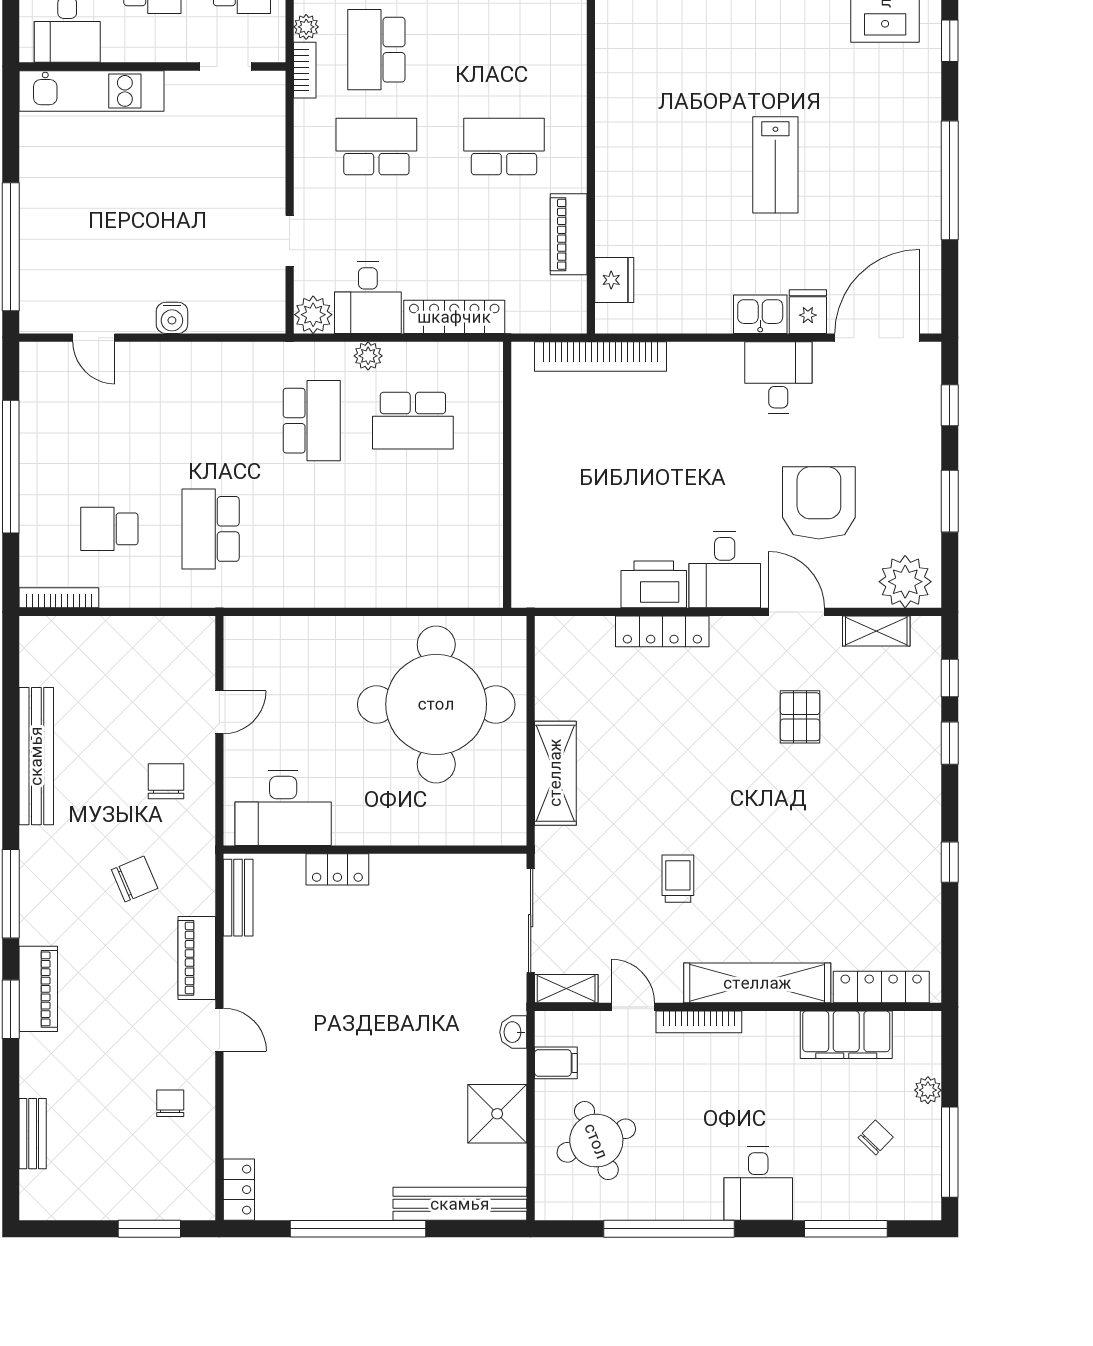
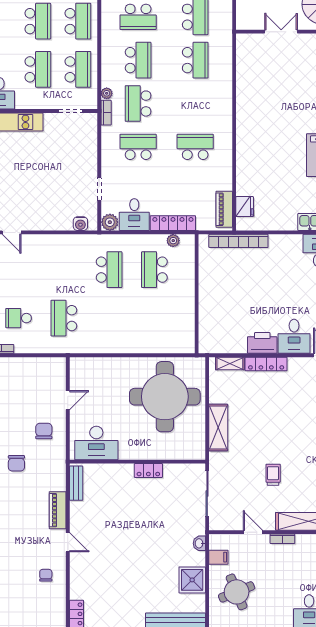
piano: (569, 234) -> (224, 209), moved
water cooler: (172, 318) -> (80, 224), moved
plant: (368, 356) -> (173, 241), moved
school desk: (413, 421) -> (154, 270), turned 90
locker: (337, 869) -> (148, 471), moved
chair: (135, 879) -> (16, 463), moved, turned 113
shelving: (566, 989) -> (230, 363), moved
bookcase: (699, 1022) -> (282, 539), width x0.64

